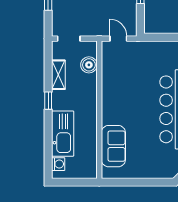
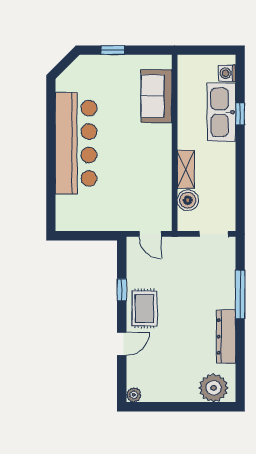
shelving: (58, 75) -> (186, 169), moved
window: (48, 101) -> (240, 114), moved
window: (148, 182) -> (113, 50), added

